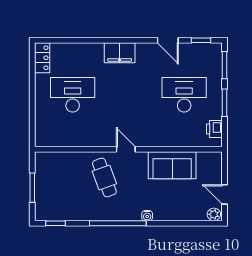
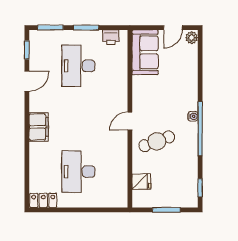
fridge: (62, 161) -> (141, 182), added
sofa: (172, 165) -> (145, 52), moved
water cooler: (147, 216) -> (193, 116), moved

